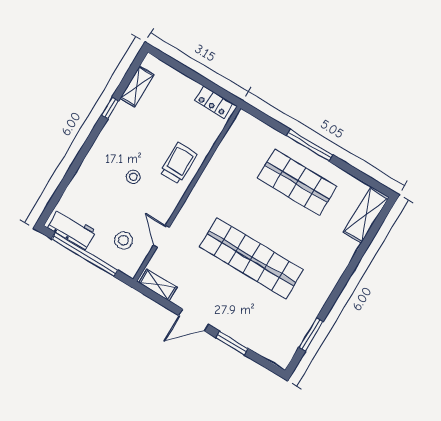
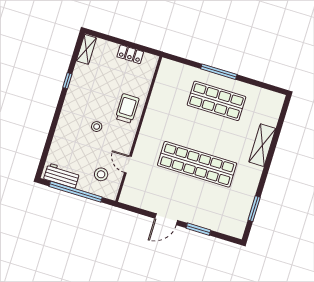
shelving: (137, 86) -> (86, 49), moved
locker: (214, 102) -> (130, 54), moved
shelving: (366, 215) -> (262, 145), moved
shelving: (158, 285) -> (134, 201), removed

